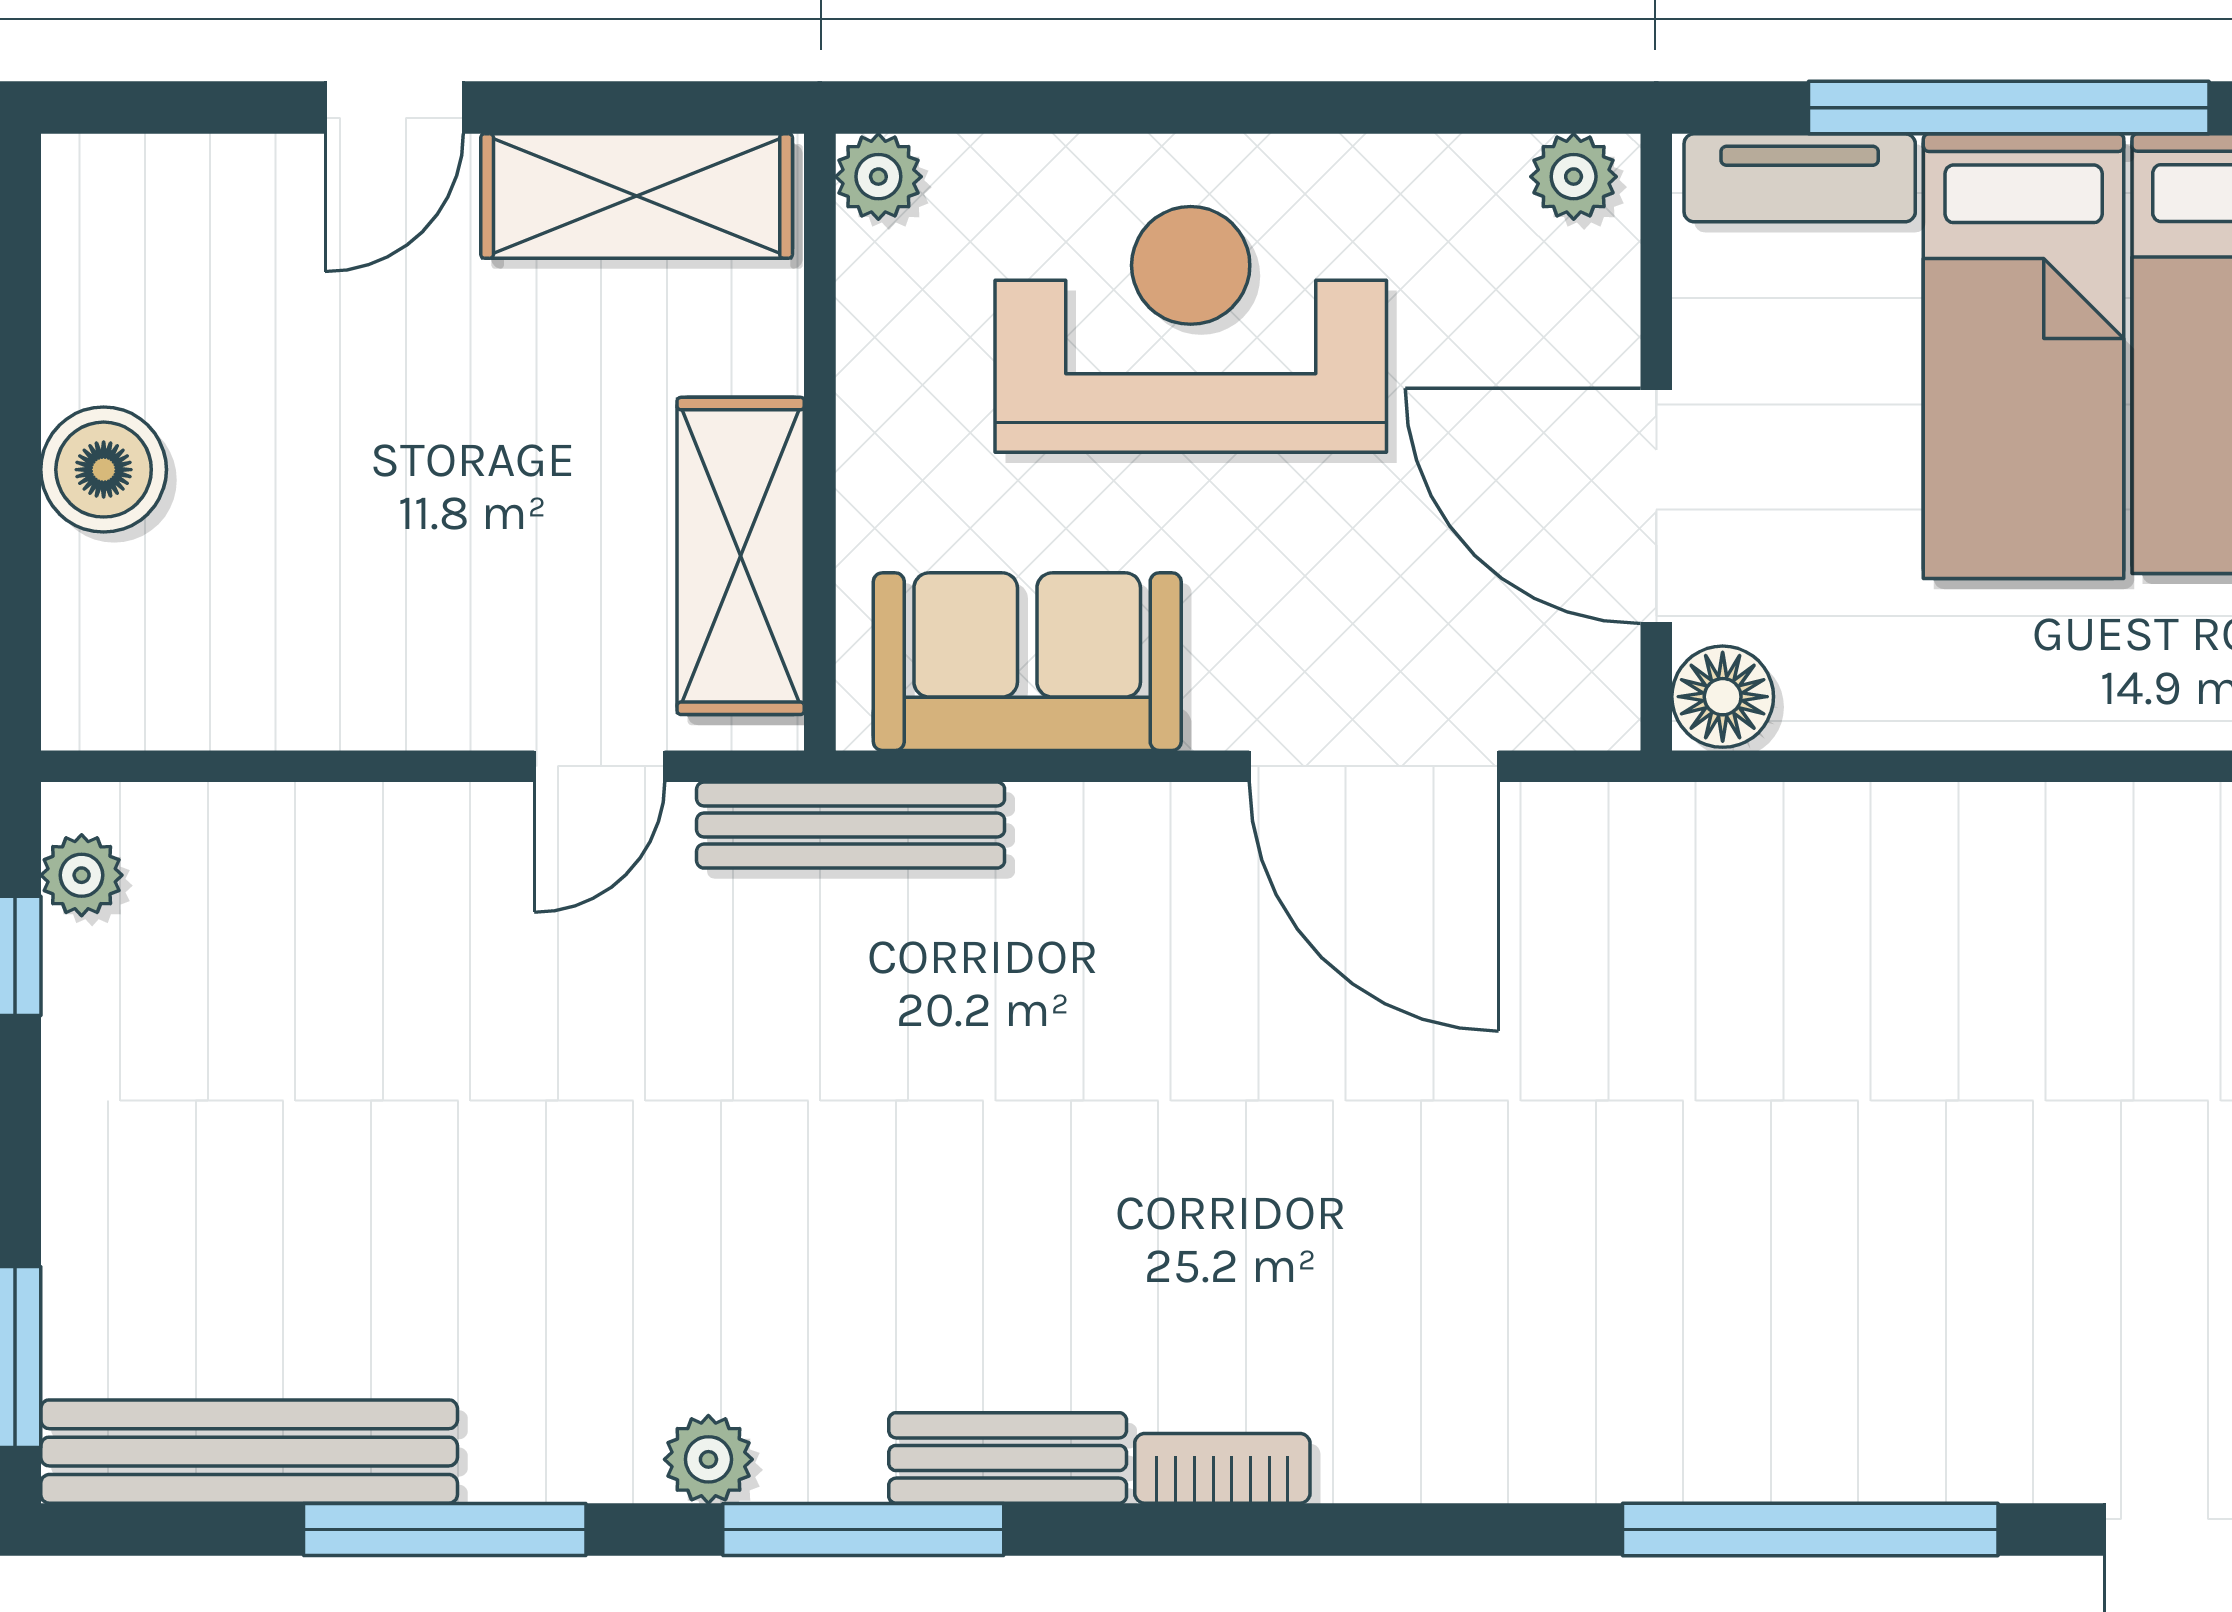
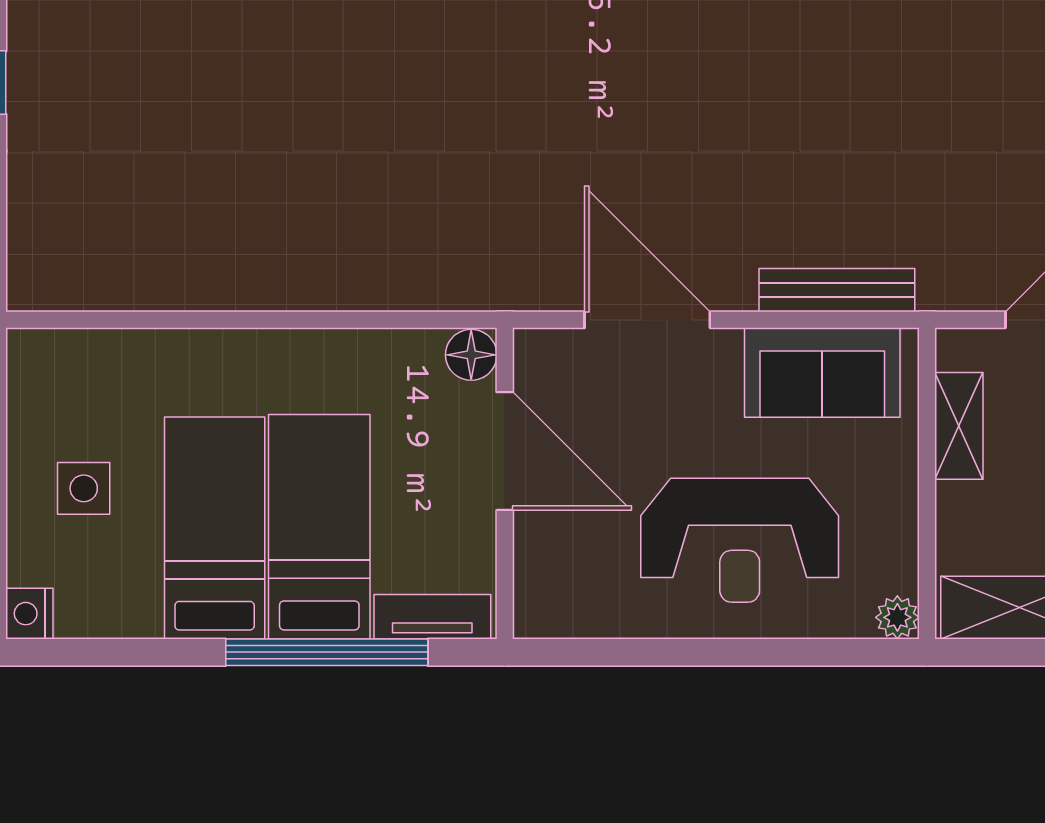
plant: (1574, 177) -> (546, 617), removed
shelving: (741, 556) -> (959, 426), width x0.67, depth x0.75
bench: (851, 825) -> (837, 290), moved

